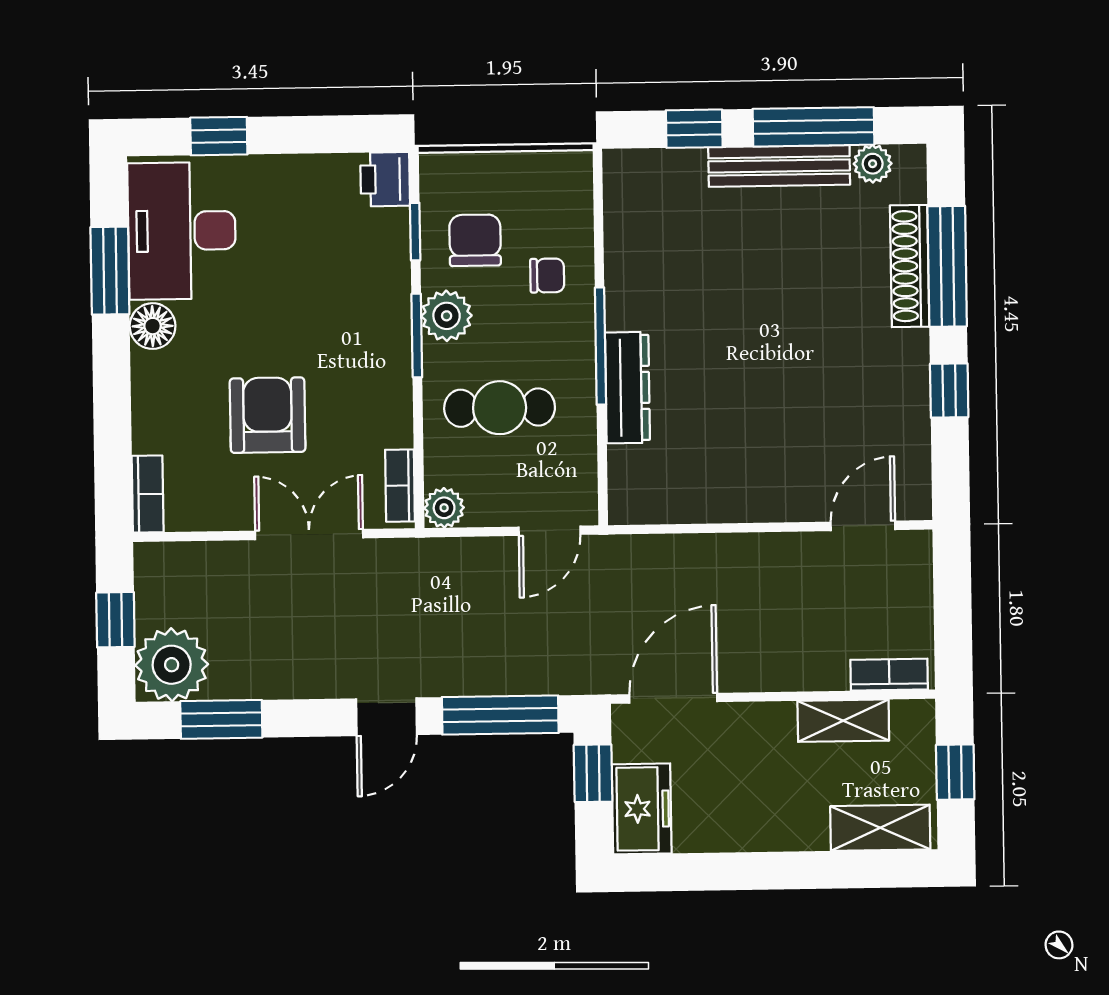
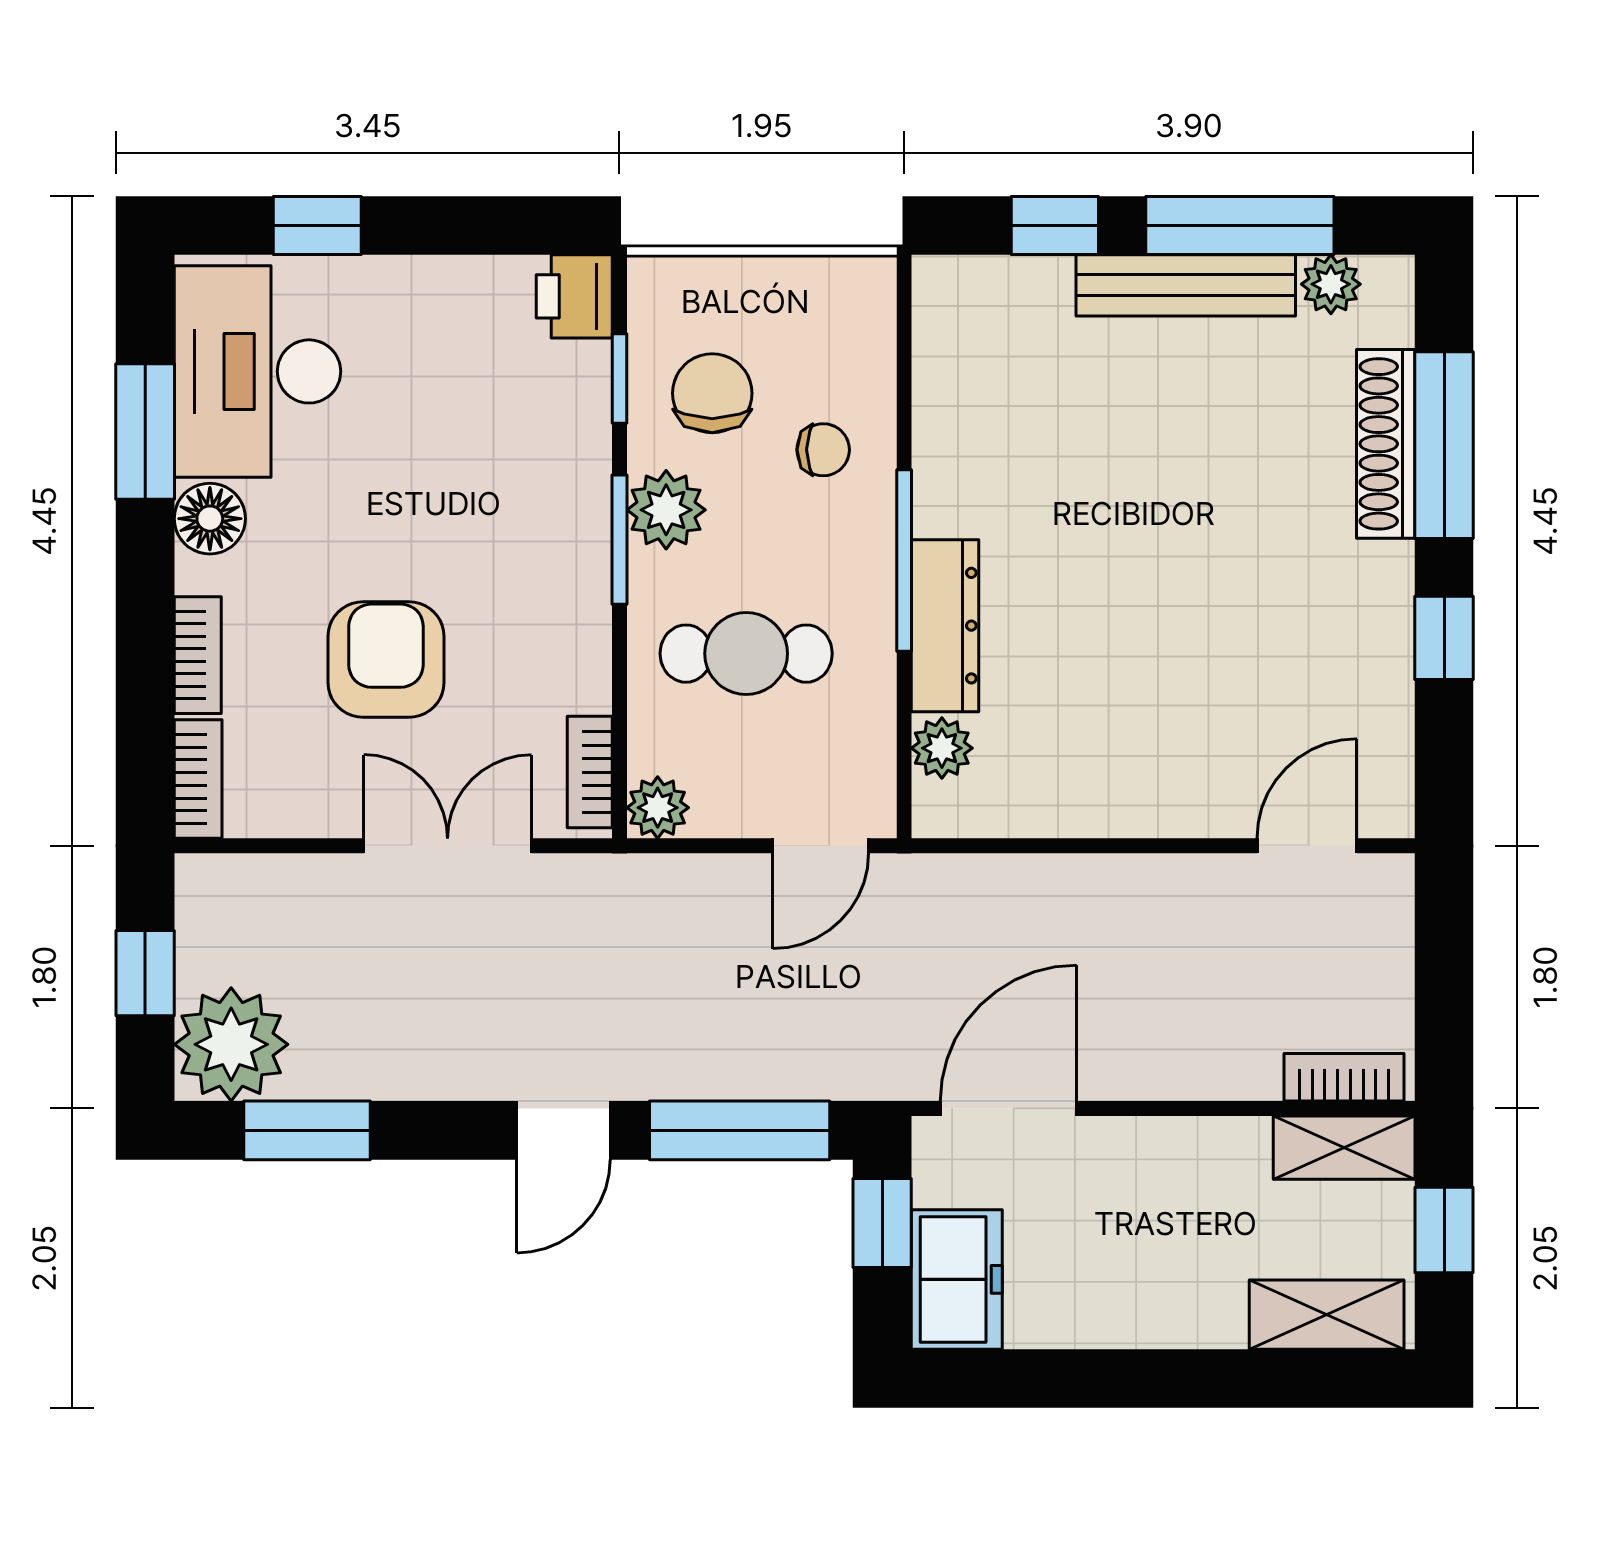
bookcase: (146, 414) -> (198, 655), added
plant: (627, 467) -> (942, 748), added
shelving: (843, 721) -> (1344, 1148), moved

